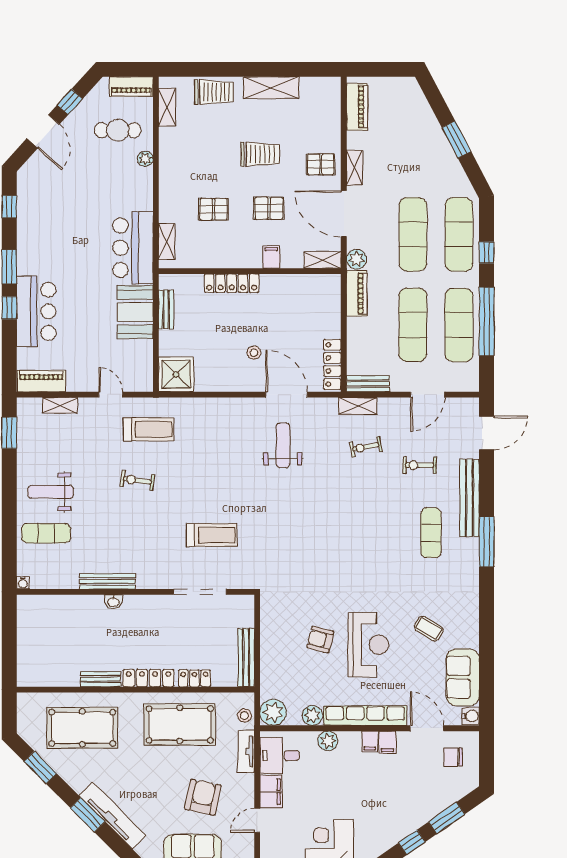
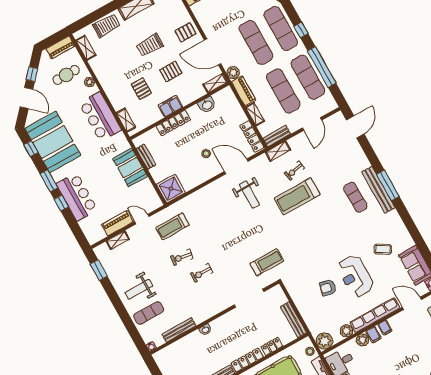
trolley: (260, 154) -> (150, 45), turned 180
shelving: (354, 168) -> (255, 114), moved
pallet: (214, 209) -> (141, 89), turned 90
booth: (46, 215) -> (53, 142), added
bar counter: (133, 248) -> (100, 117), moved
filing cabinet: (271, 257) -> (170, 106), moved, width x2.00
washbasin: (294, 284) -> (207, 105), added
piano: (41, 381) -> (117, 223), moved
treadmill: (149, 429) -> (173, 226), turned 180
weight bench: (283, 445) -> (249, 195), turned 180
exercise bike: (420, 465) -> (202, 273), moved
treadmill: (349, 485) -> (297, 196), added
bench: (470, 498) -> (378, 190), moved
treadmill: (212, 535) -> (267, 262), moved
bench: (107, 581) -> (179, 330), moved
reception desk: (368, 645) -> (355, 276), turned 180
filing cabinet: (387, 742) -> (373, 335), moved

